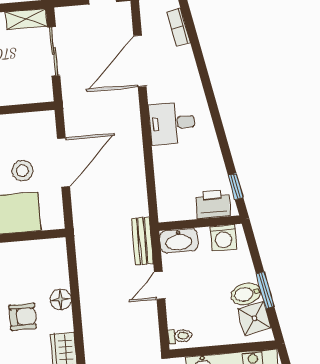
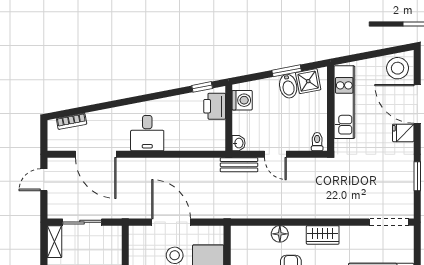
washbasin: (179, 241) -> (239, 143), width x0.52, depth x0.69

